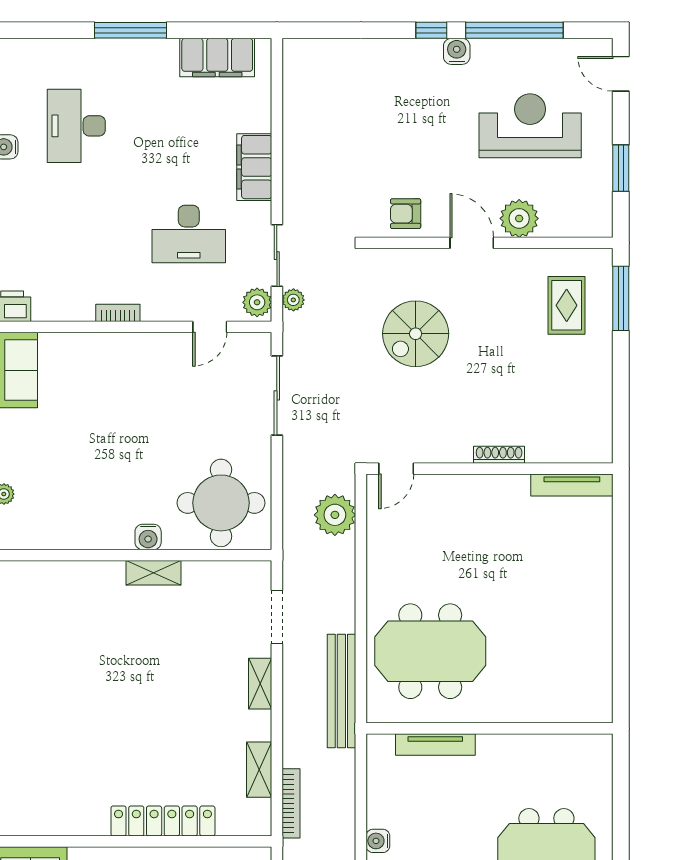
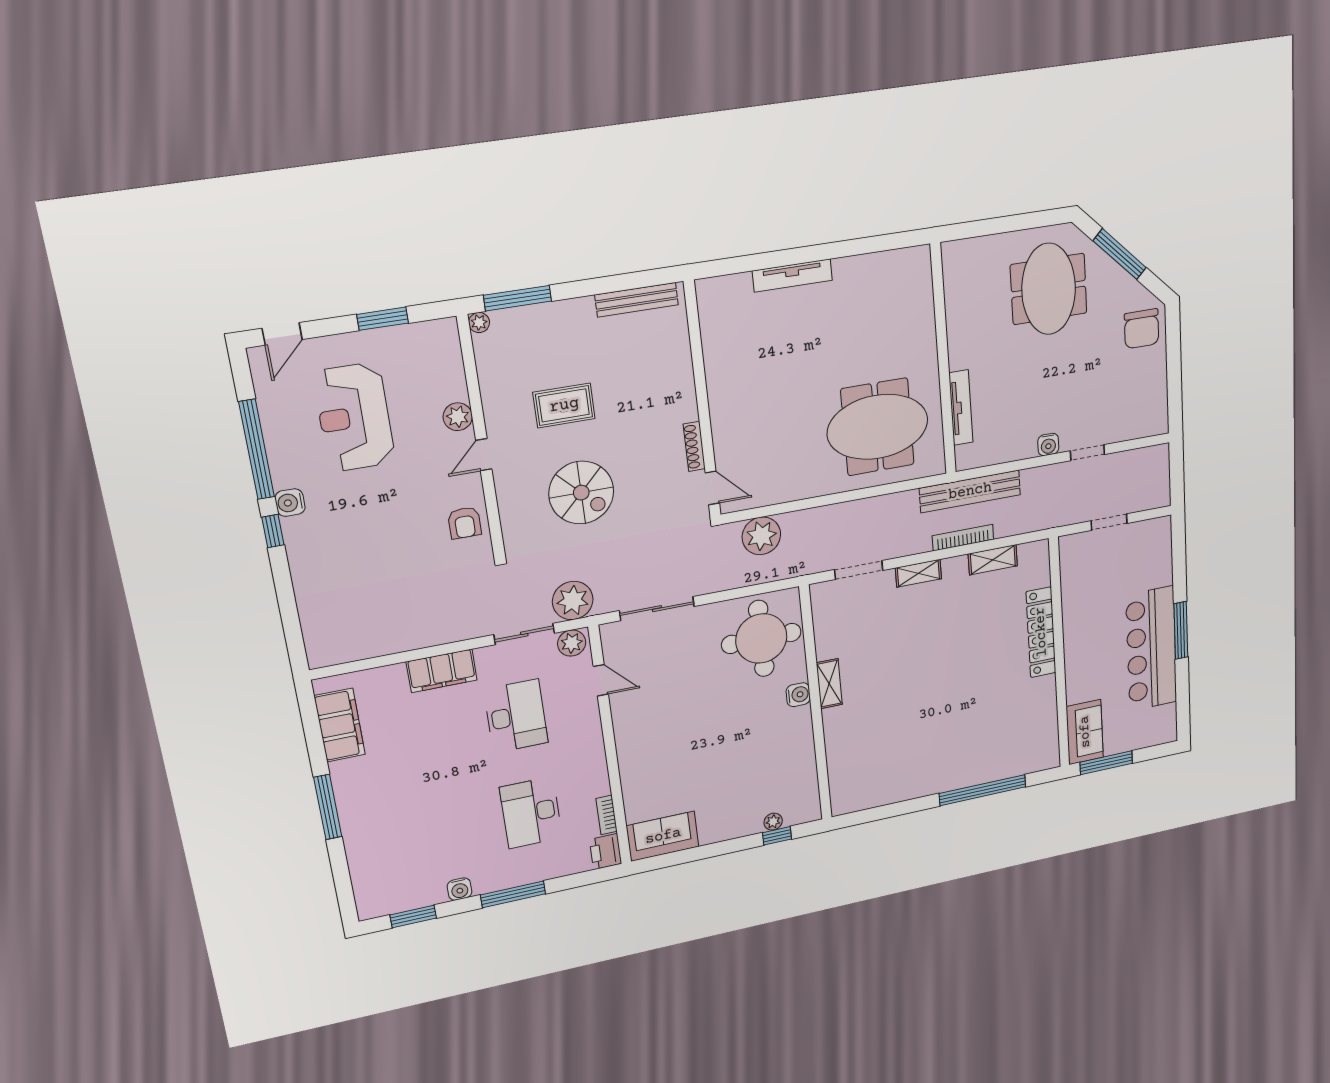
desk: (76, 126) -> (531, 813), moved, turned 90
plant: (519, 218) -> (458, 417), width x0.73, depth x0.73
door: (472, 243) -> (484, 455), width x0.73
plant: (603, 258) -> (479, 323), added
plant: (293, 300) -> (573, 600), width x1.87, depth x1.87
rug: (567, 305) -> (564, 405), moved
bookcase: (118, 313) -> (606, 815), moved
bench: (601, 414) -> (637, 300), added
shoe rack: (499, 455) -> (694, 446), moved
tv unit: (572, 485) -> (792, 276), moved, turned 90
meeting table: (430, 651) -> (878, 427), turned 90
bench: (341, 691) -> (970, 491), moved
bookcase: (291, 803) -> (963, 538), moved

